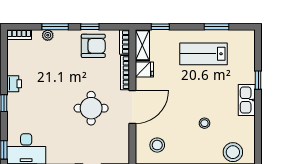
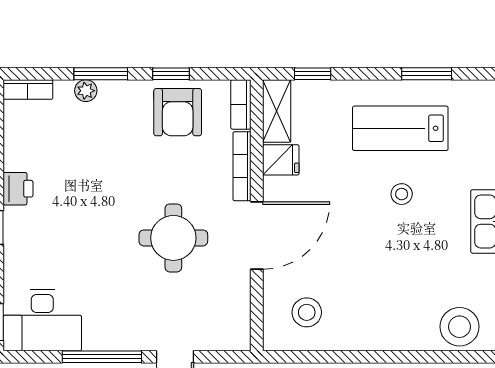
armchair: (93, 46) -> (178, 112), turned 90
stool: (204, 123) -> (402, 194), moved

